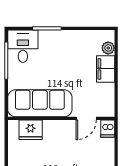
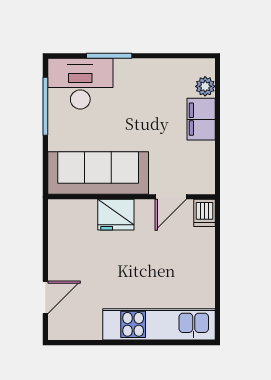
desk: (23, 46) -> (80, 84), width x1.37
fridge: (31, 130) -> (116, 215), moved

